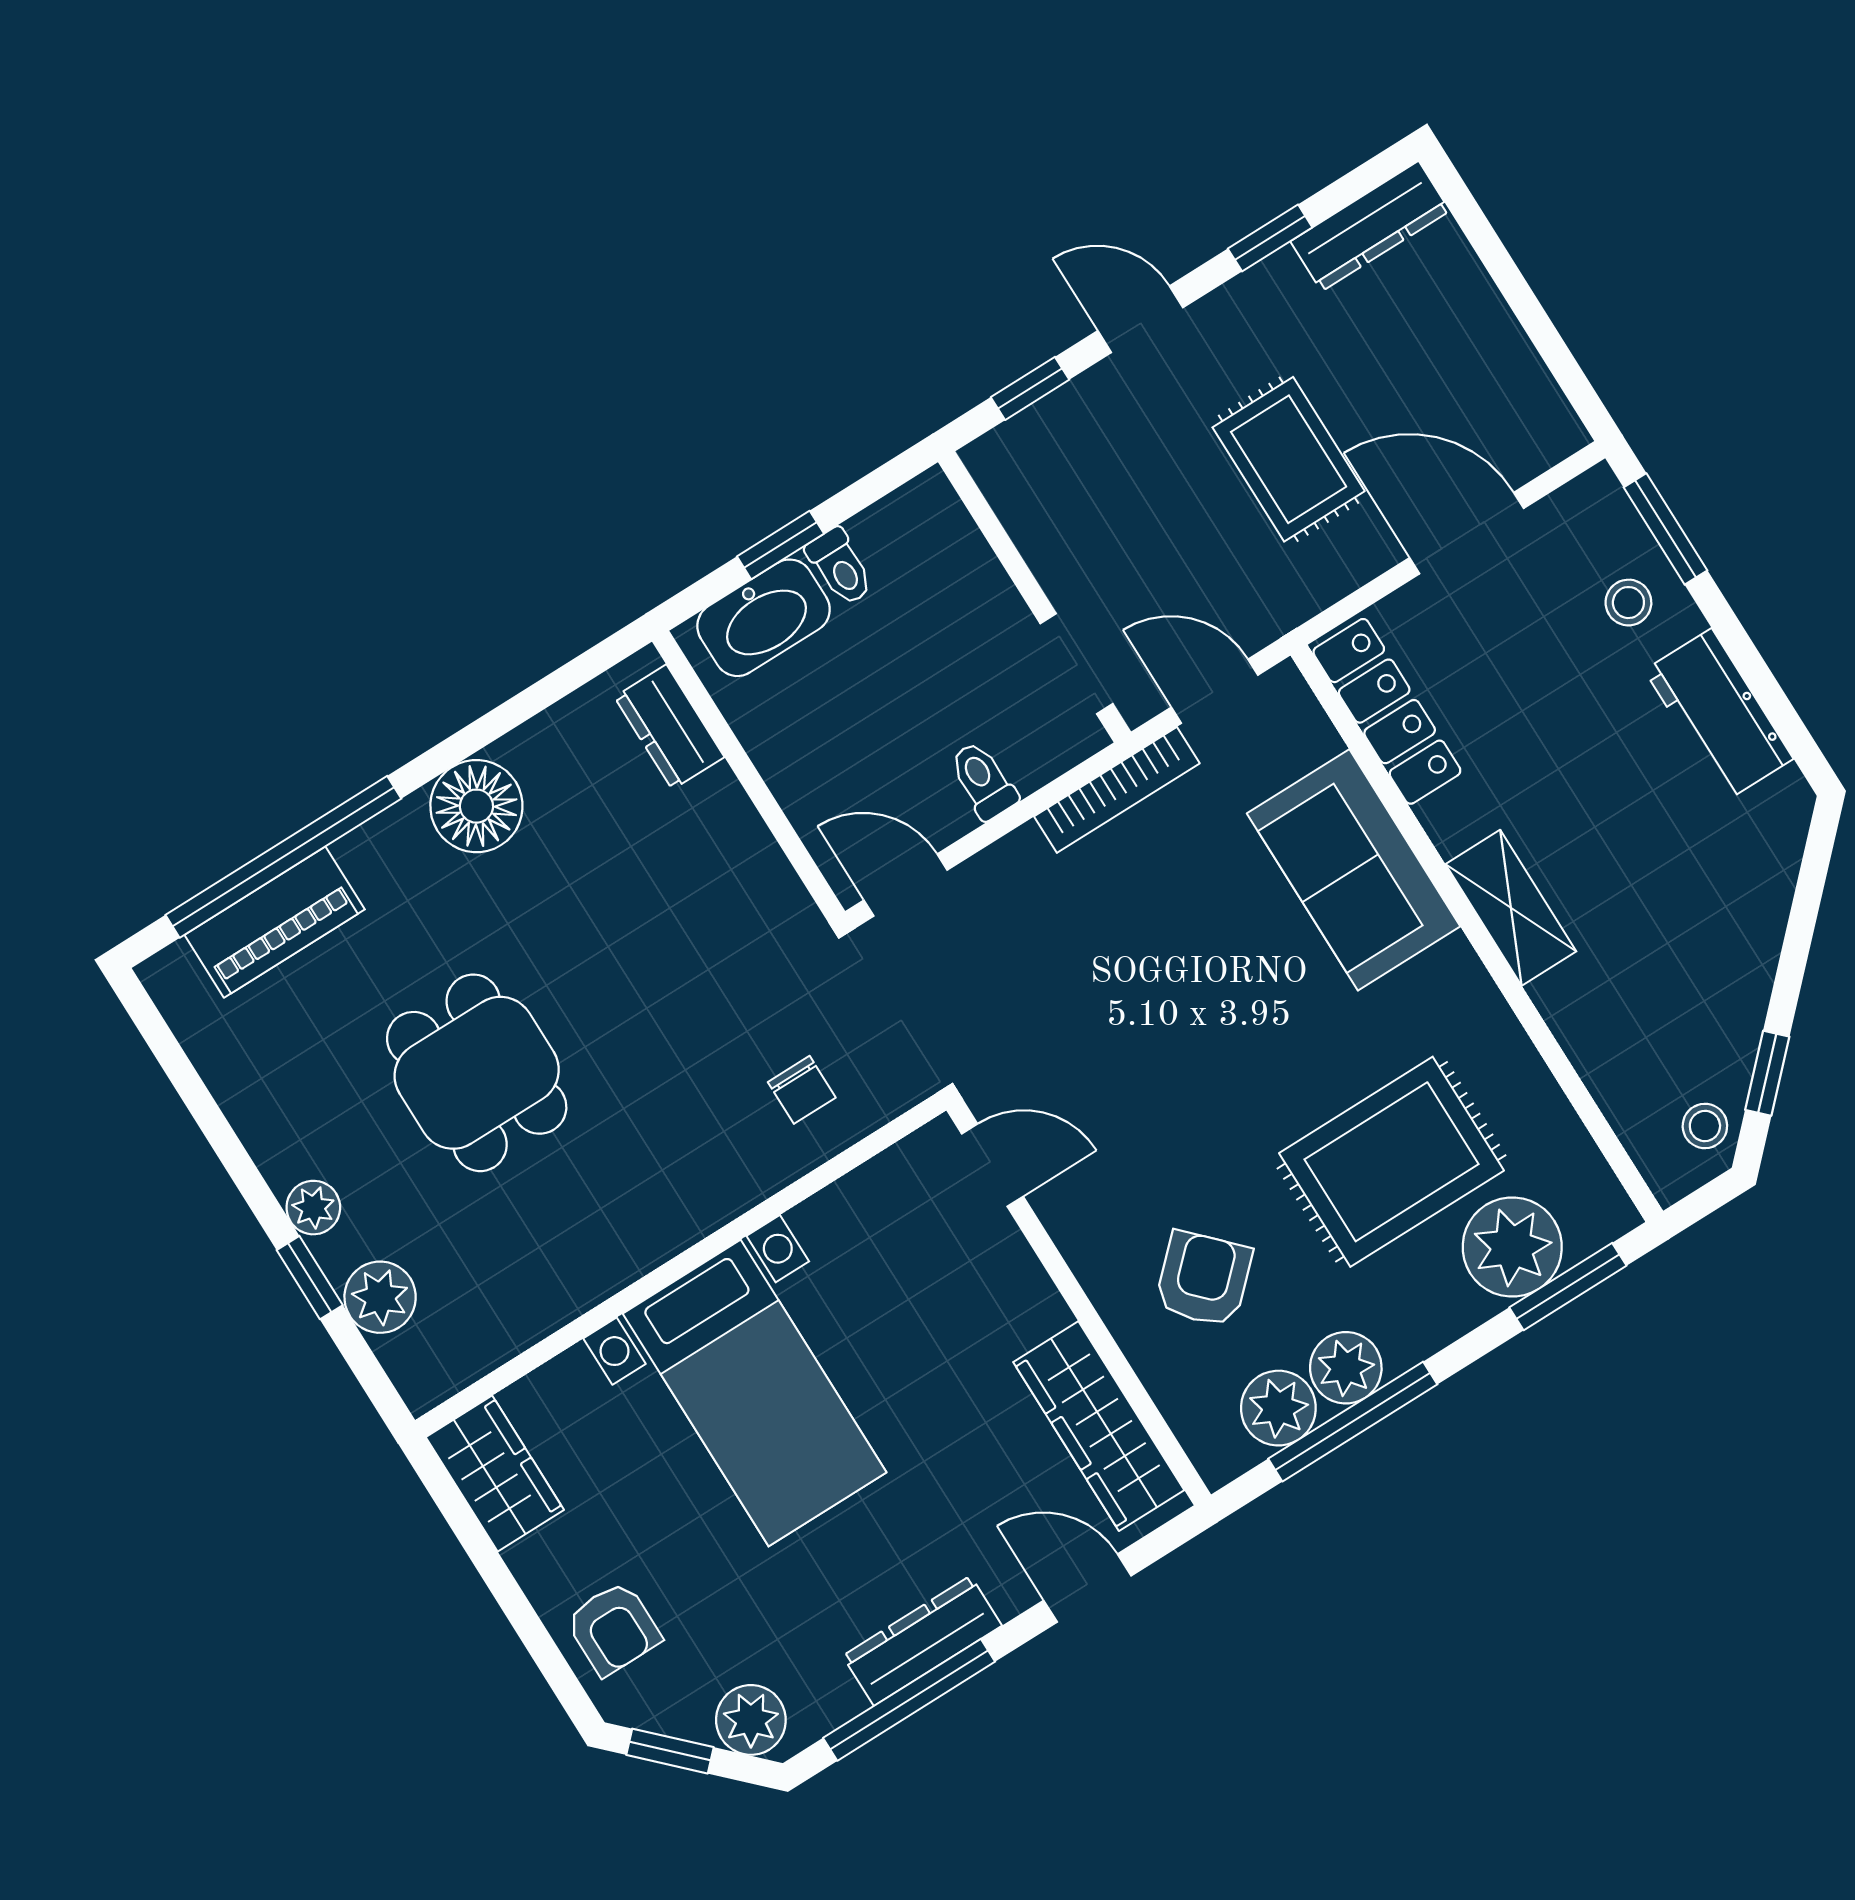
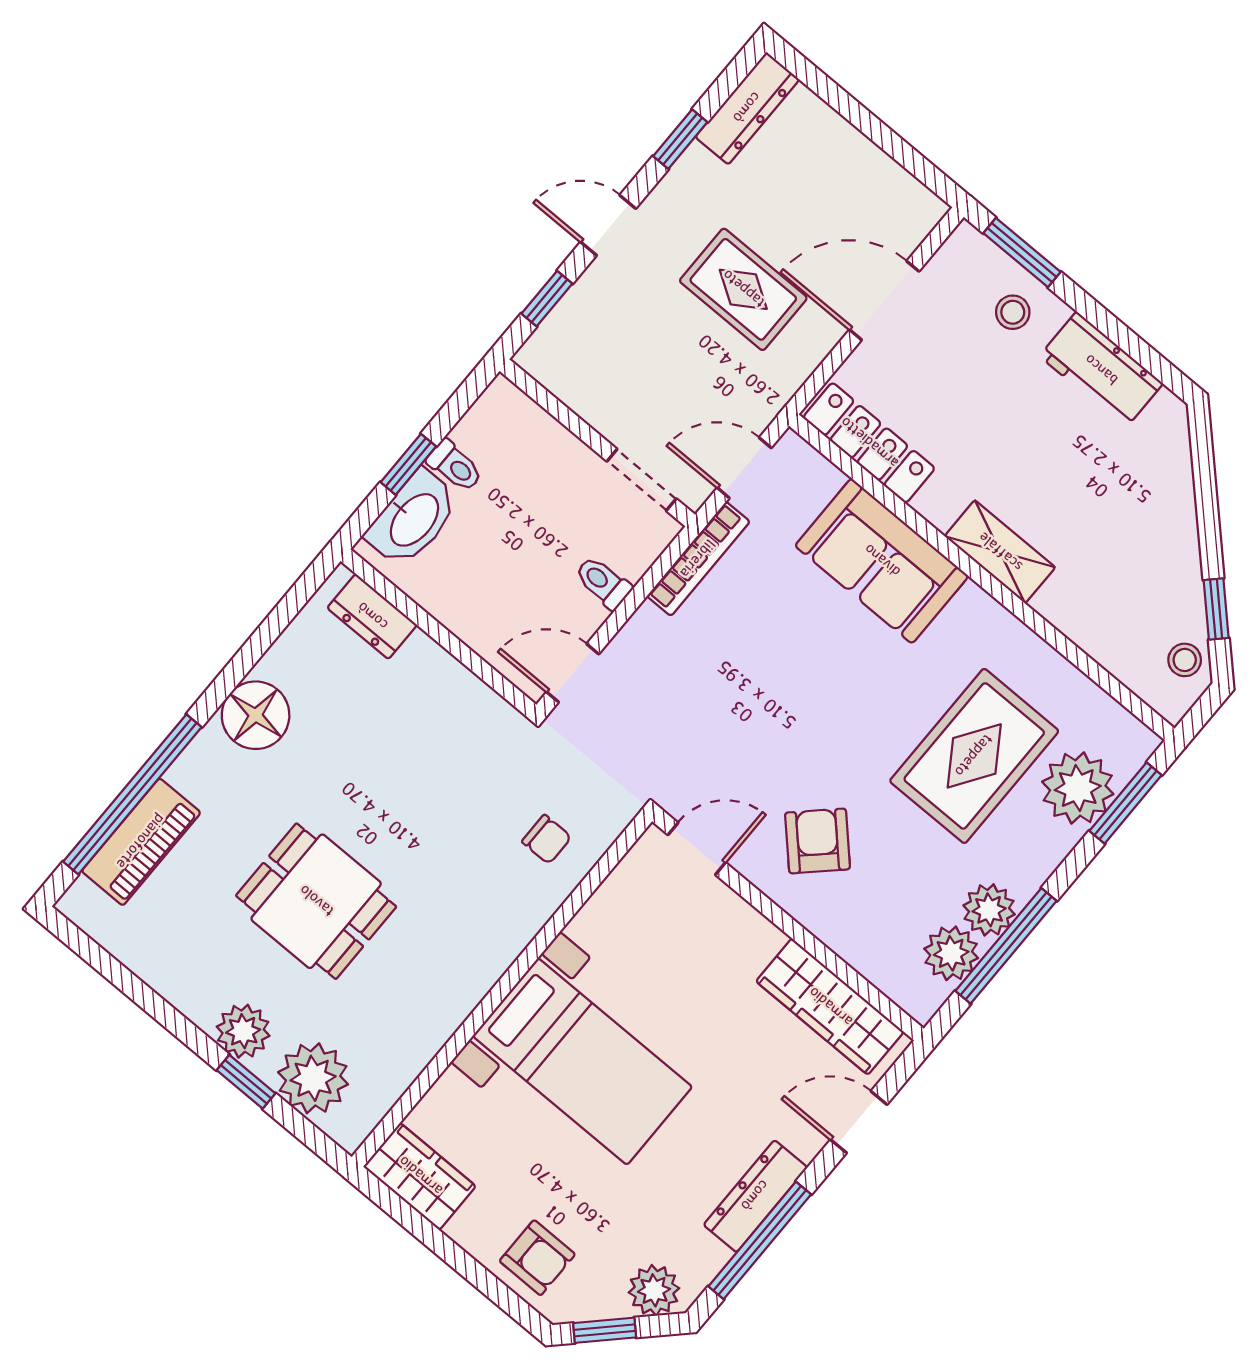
plant: (313, 1208) -> (243, 1031), width x1.38, depth x1.38
armchair: (1204, 1279) -> (818, 841), moved
plant: (380, 1297) -> (313, 1078), width x1.36, depth x1.36

